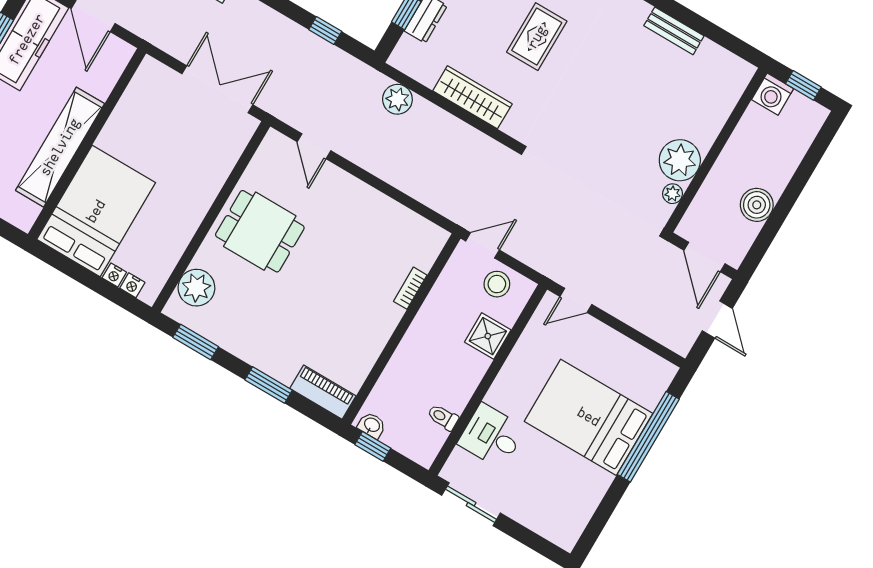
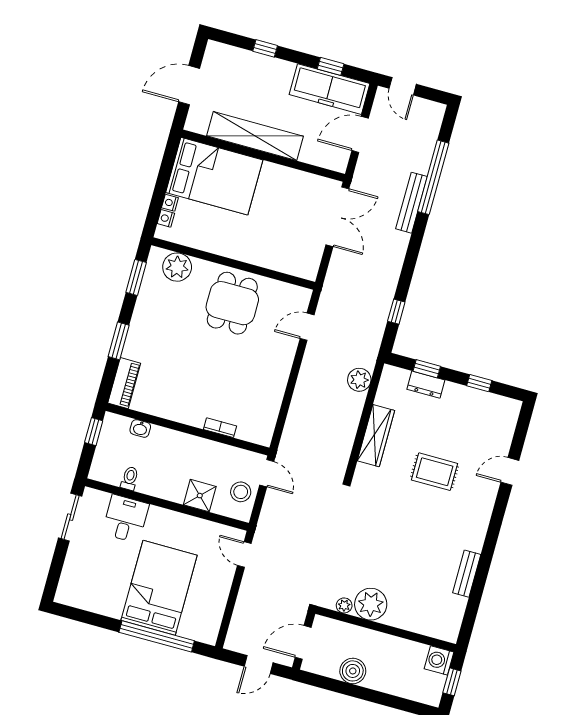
double door: (217, 89) -> (337, 217), moved
washbasin: (372, 425) -> (140, 428), moved, turned 90

